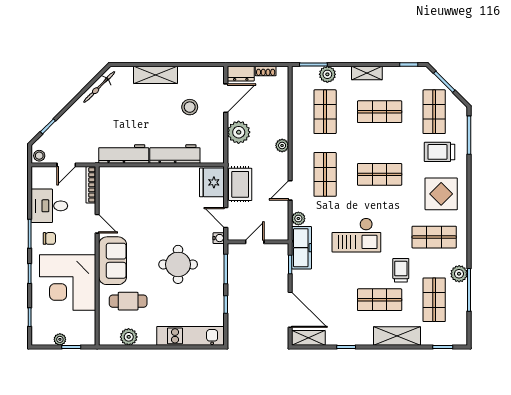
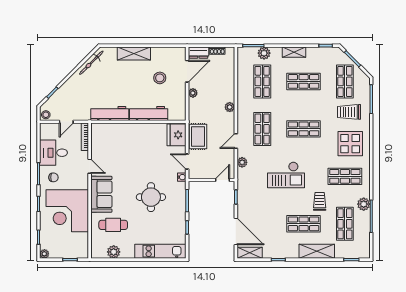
plant: (239, 132) -> (193, 93), width x0.53, depth x0.53
door: (255, 242) -> (222, 180), moved
freezer: (302, 248) -> (244, 184), removed
plant: (60, 339) -> (44, 254), moved

